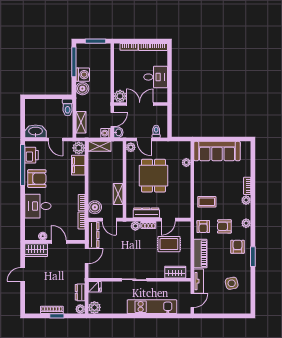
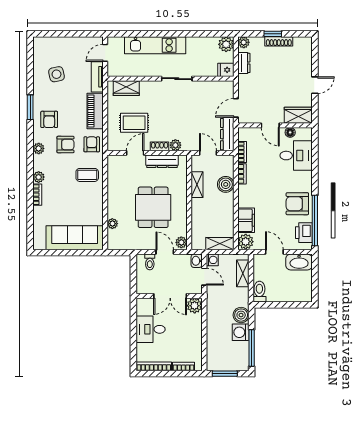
door: (112, 120) -> (204, 277), swing flipped
desk: (38, 206) -> (296, 156), moved
boiler: (95, 207) -> (226, 184), moved

